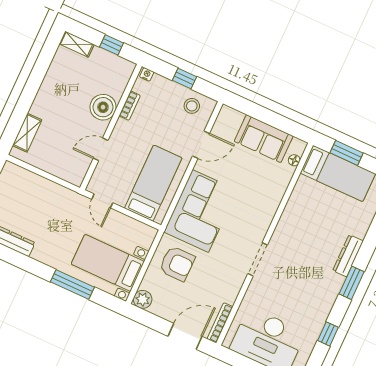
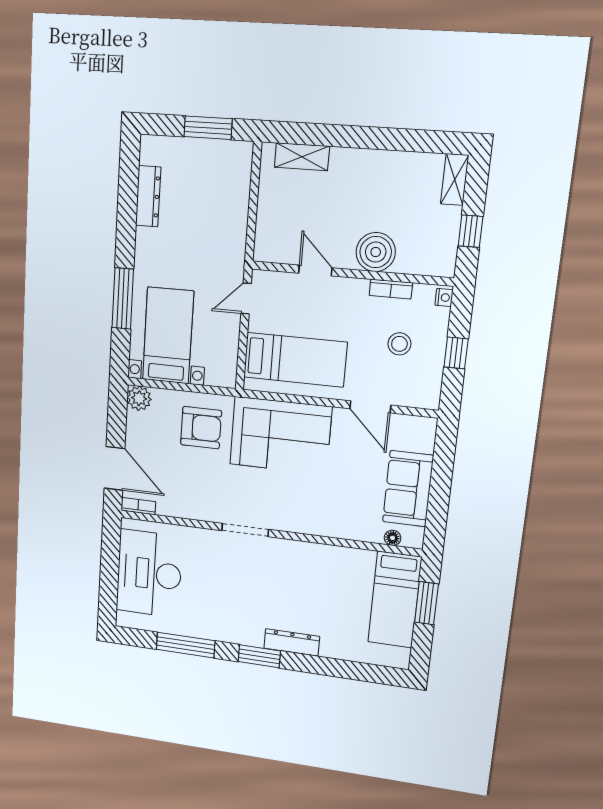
stool: (192, 106) -> (399, 344), moved
armchair: (177, 264) -> (201, 428), turned -90
bookcase: (220, 323) -> (138, 506), width x0.64
window: (328, 334) -> (186, 645), width x2.17

